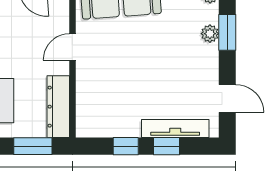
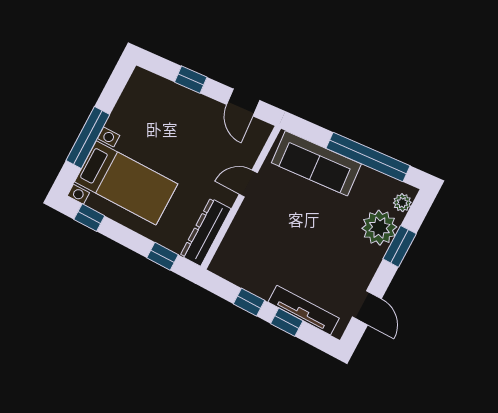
plant: (210, 34) -> (379, 228), width x1.88, depth x1.88
window: (33, 146) -> (162, 256), width x0.67

